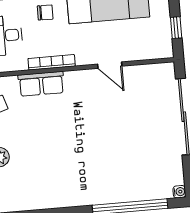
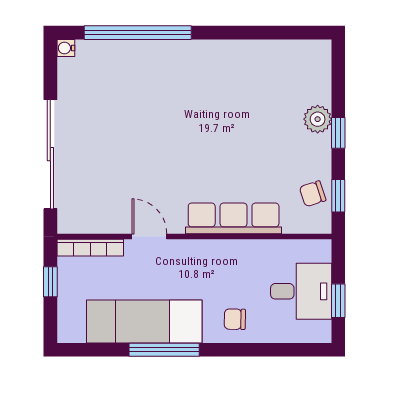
bookcase: (52, 62) -> (90, 248), moved
row of seats: (41, 84) -> (234, 218), width x1.48

